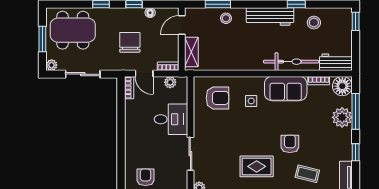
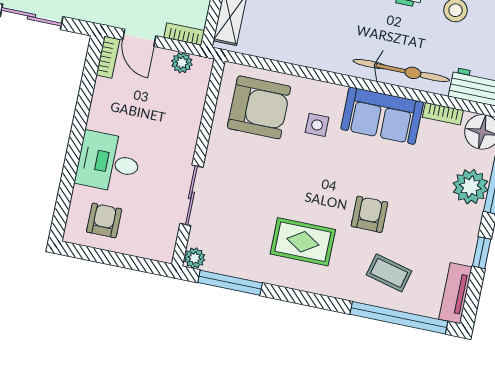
armchair: (217, 98) -> (259, 107), width x1.36, depth x1.36
desk: (171, 119) -> (108, 162), moved, turned 180

